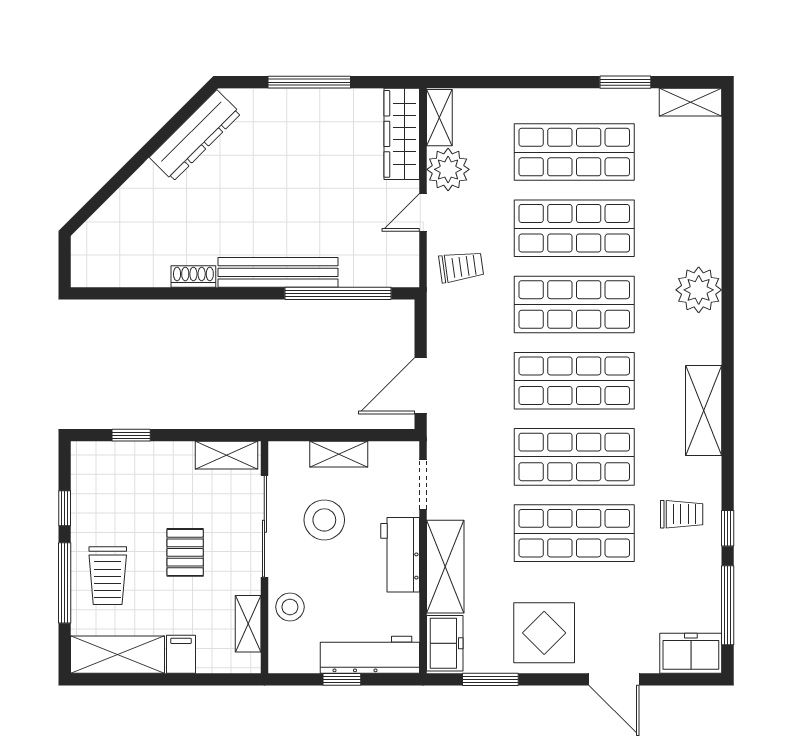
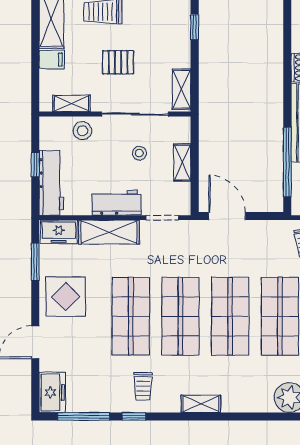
shelving: (704, 411) -> (201, 404), width x0.67, depth x0.75
stool: (324, 520) -> (139, 153), width x0.53, depth x0.53

